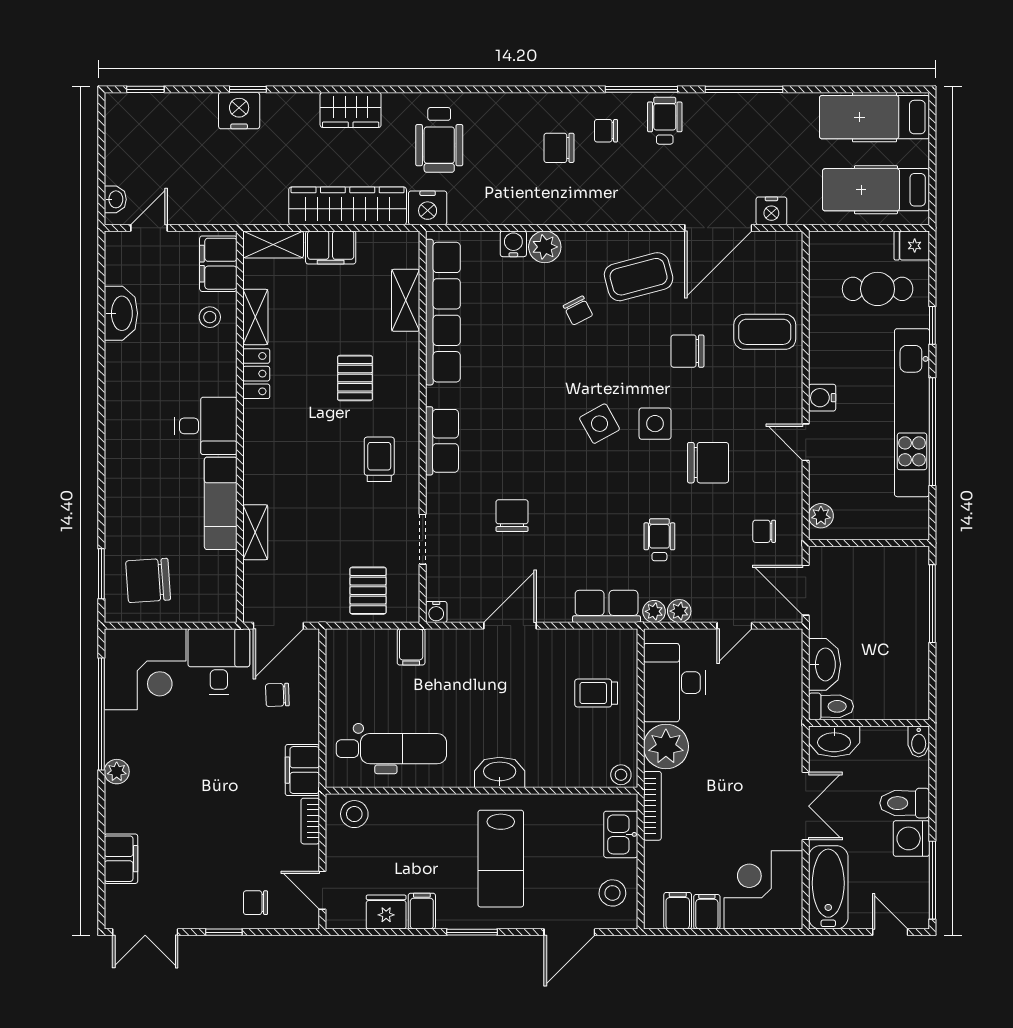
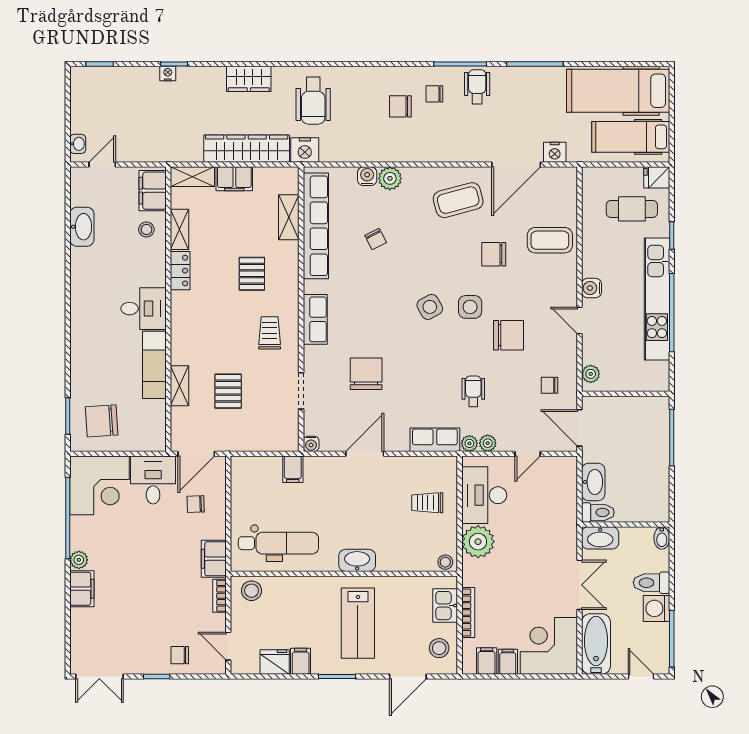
nightstand: (239, 111) -> (168, 73), width x0.53, depth x0.56
hospital bed: (874, 117) -> (618, 91), width x1.37, depth x1.29
chair: (578, 311) -> (376, 239), moved
chair: (512, 516) -> (366, 374), width x1.37, depth x1.37
pallet: (368, 591) -> (228, 391), moved
bookcase: (652, 806) -> (468, 613), moved
filing cabinet: (121, 859) -> (82, 589), moved

